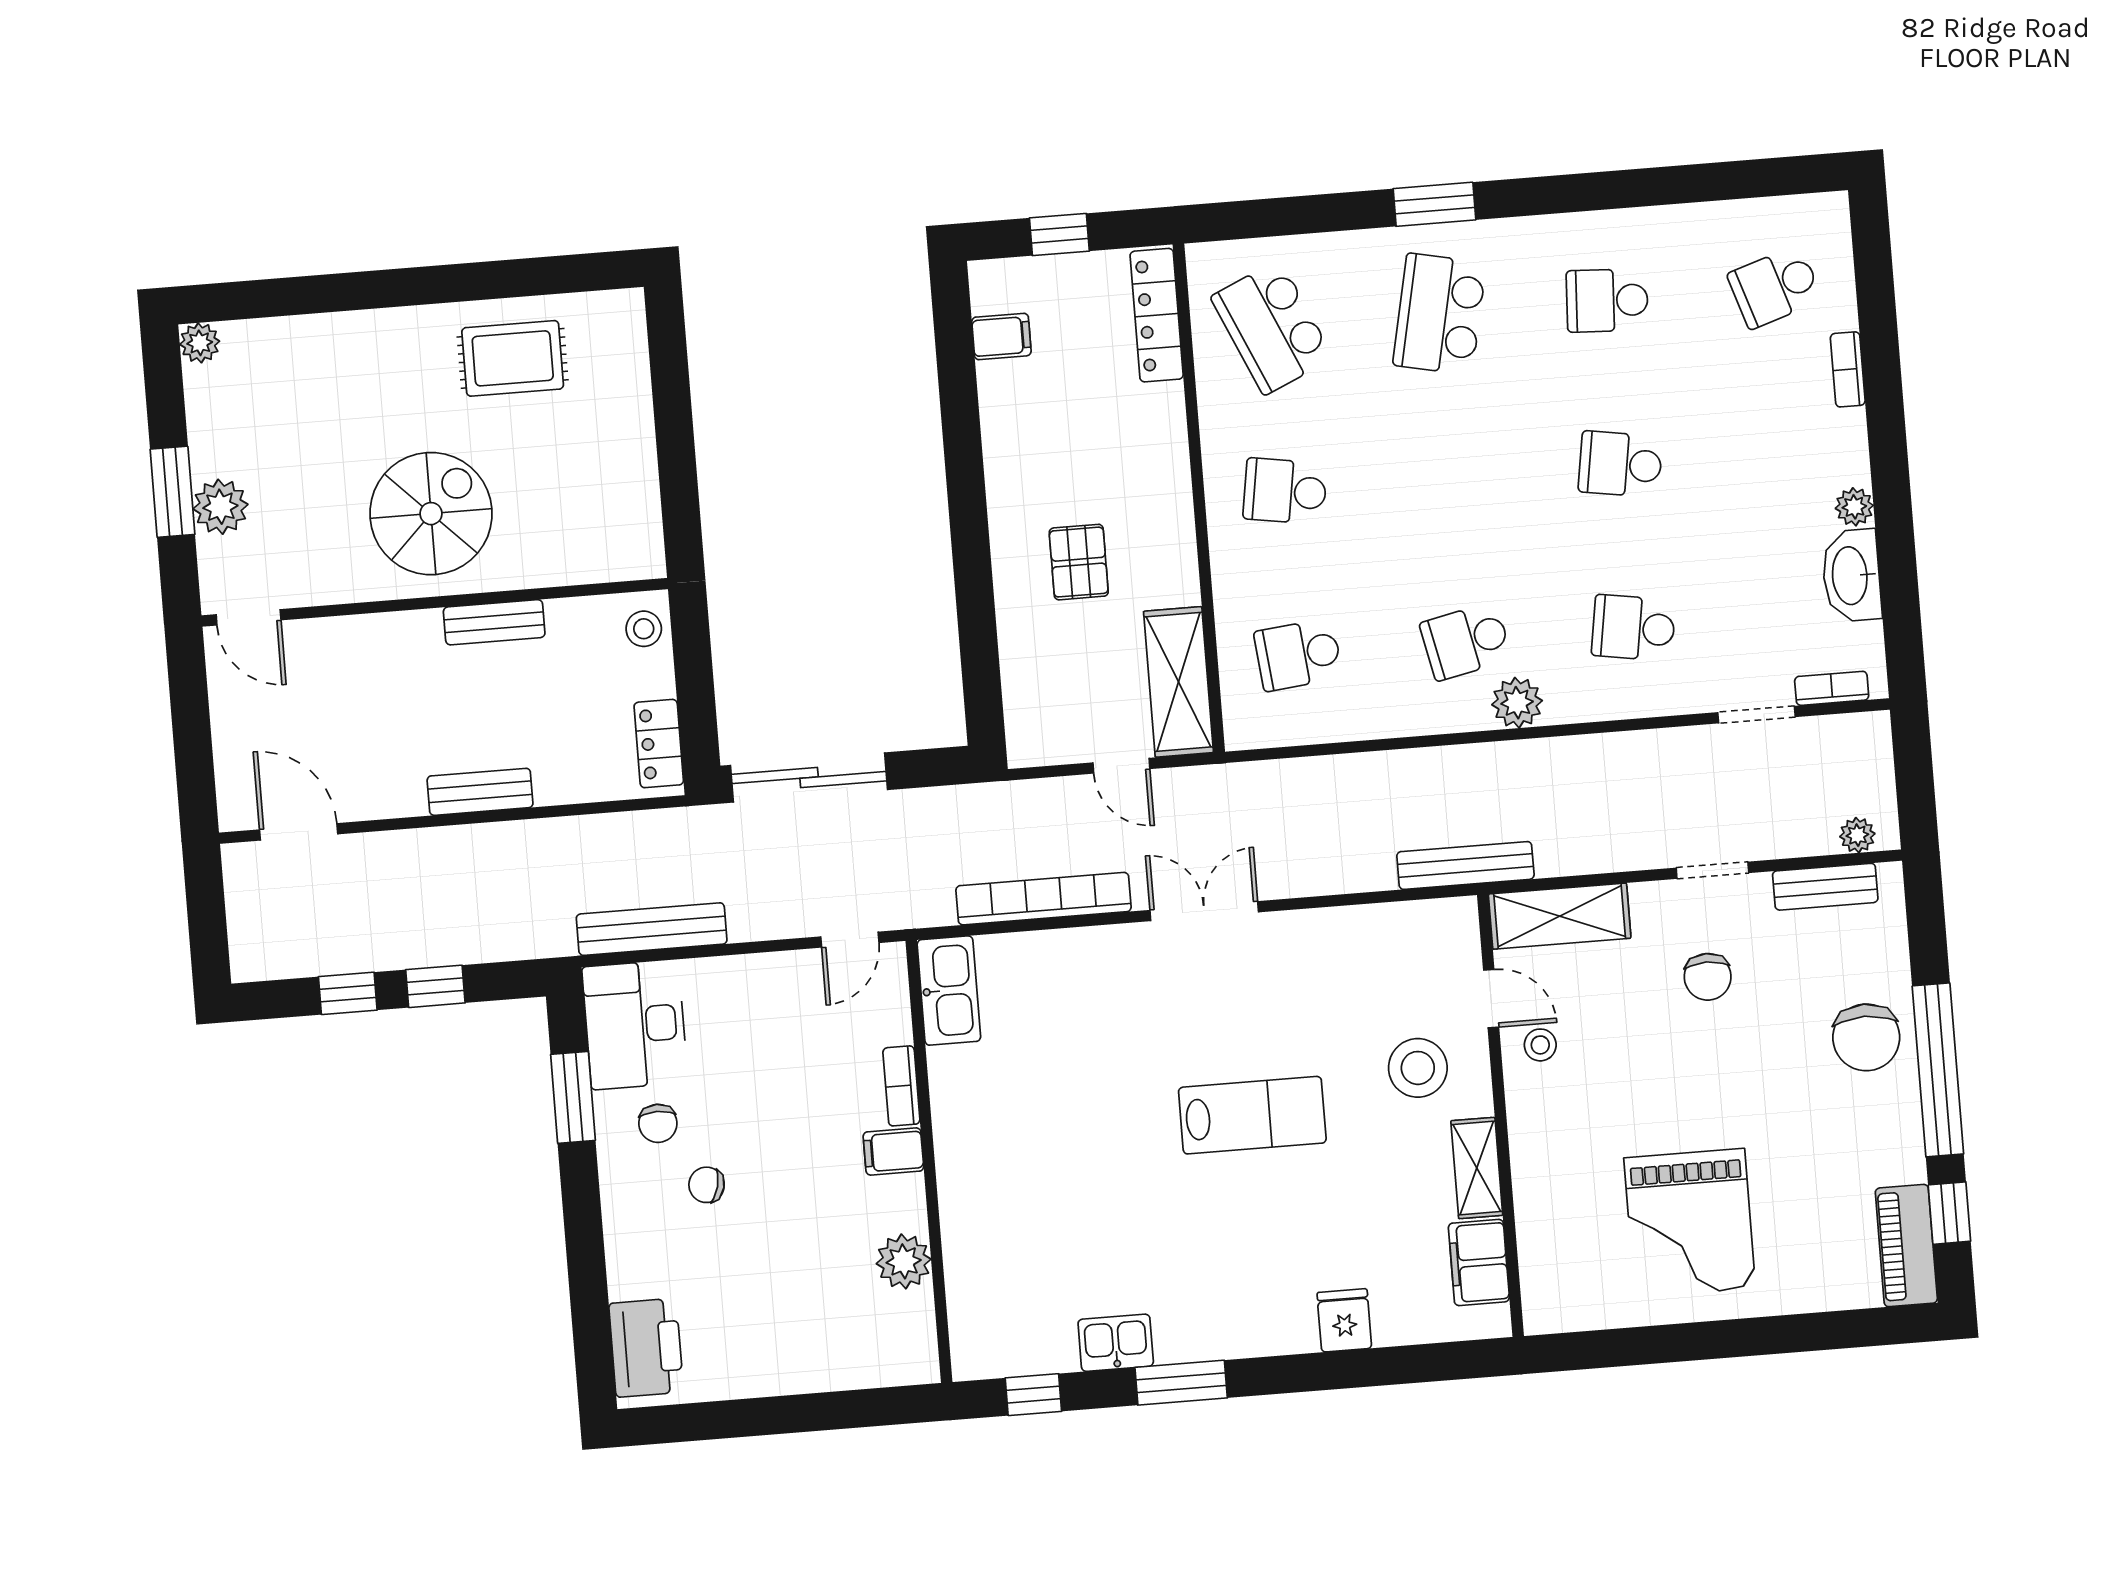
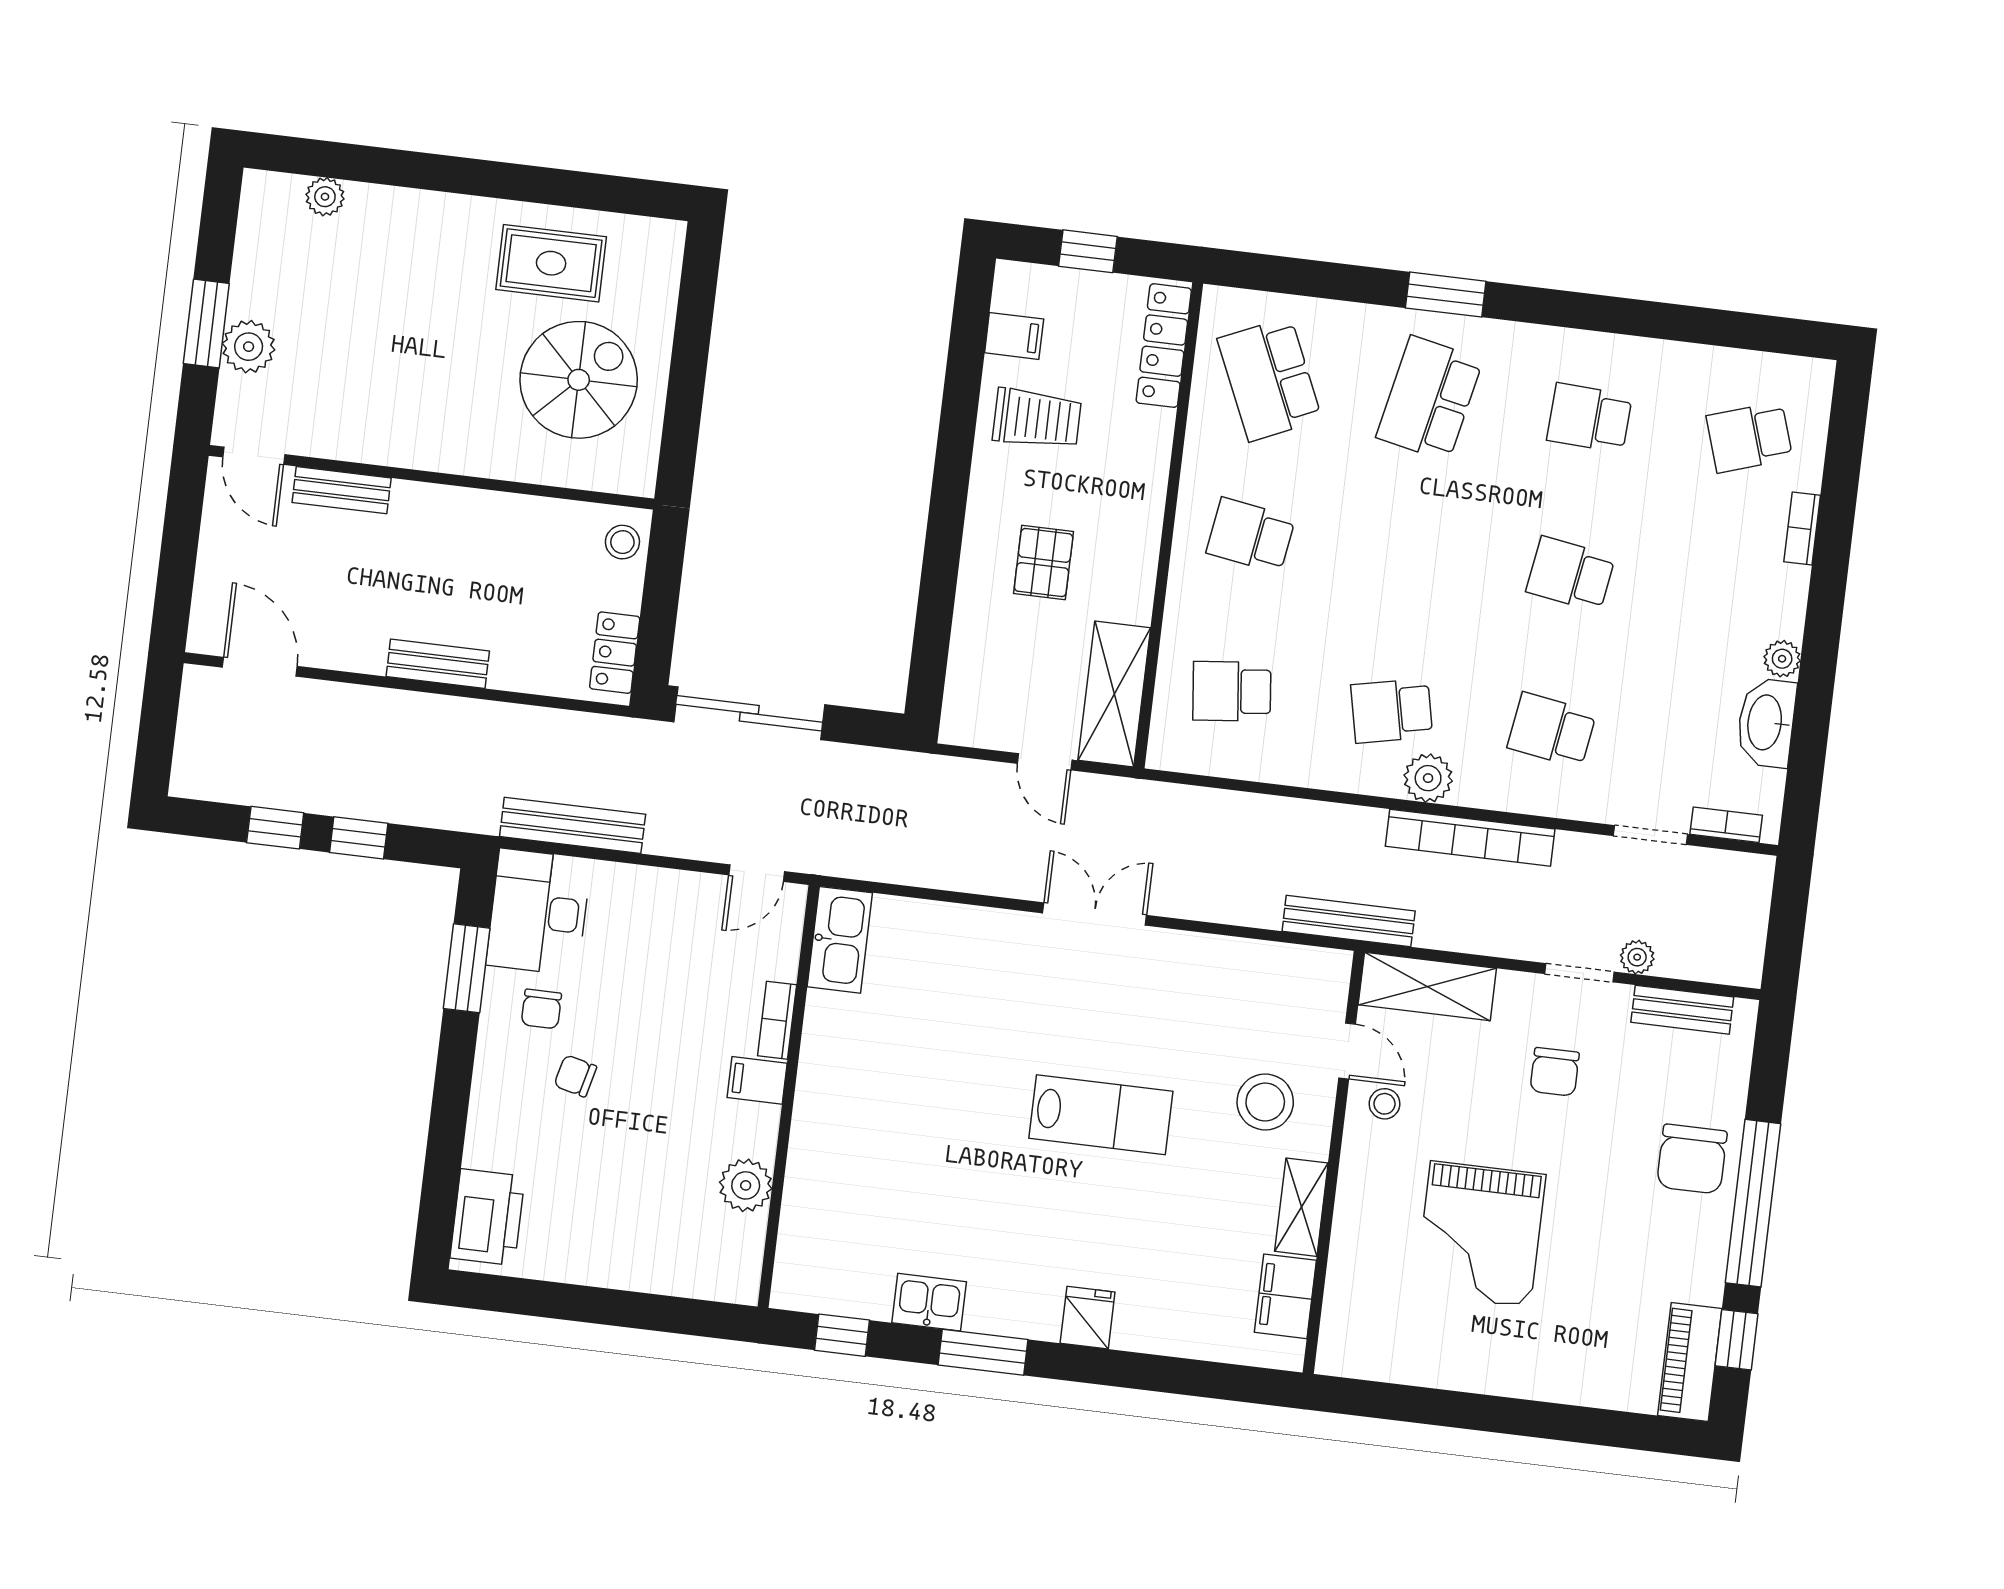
plant: (200, 343) -> (325, 197), moved
trolley: (1042, 416) -> (1037, 419), added
spiral stairs: (431, 514) -> (579, 380), moved
bench: (494, 622) -> (342, 490), moved
plant: (1857, 835) -> (1637, 957), moved
bookcase: (1043, 899) -> (1470, 838), moved, turned 180
grand piano: (1690, 1223) -> (1480, 1234), moved
fridge: (1344, 1320) -> (1088, 1318), moved

